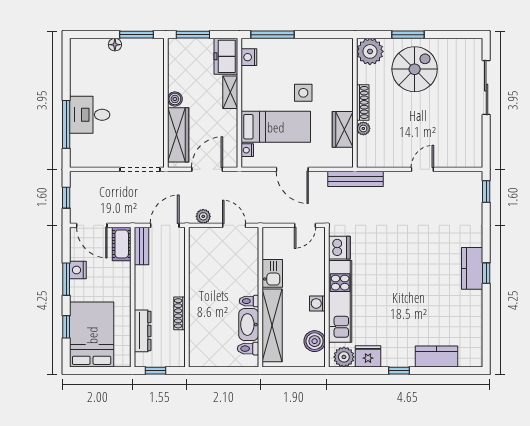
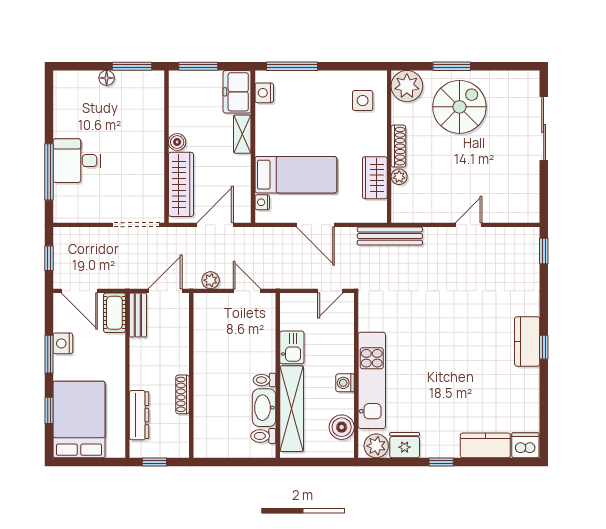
side table: (303, 93) -> (363, 101), moved
dishwasher: (339, 248) -> (525, 445), moved, turned -90

